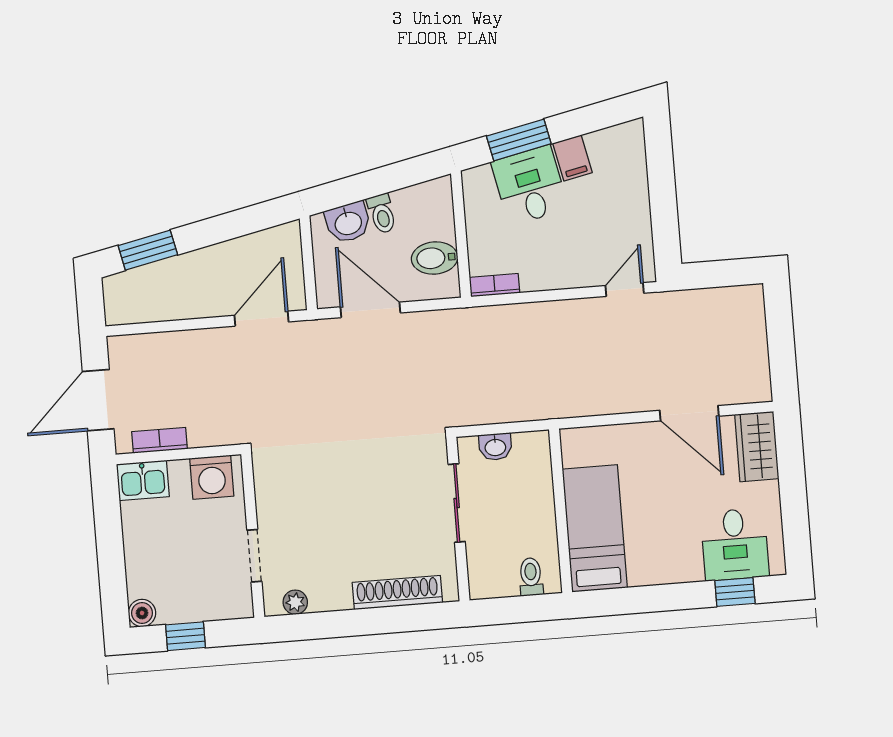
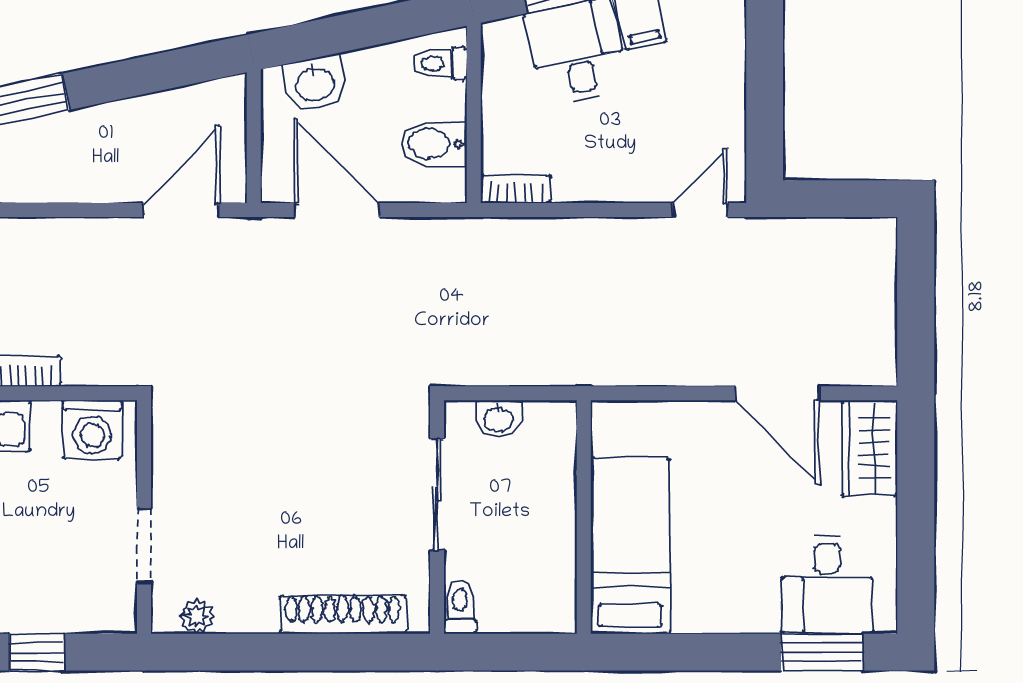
toilet: (382, 214) -> (440, 63), moved, turned 102
toilet: (531, 577) -> (460, 607), moved
window: (735, 592) -> (822, 652), width x1.50

